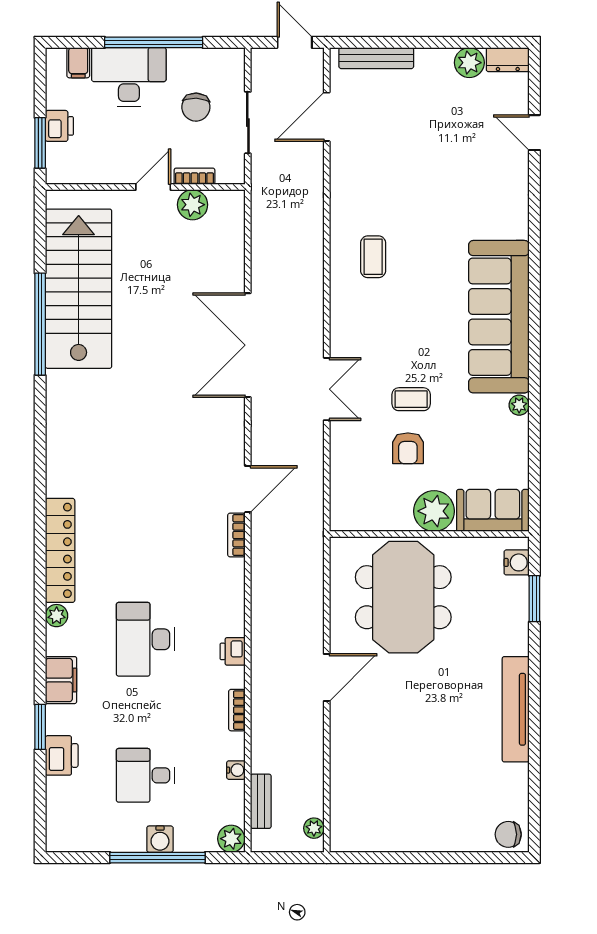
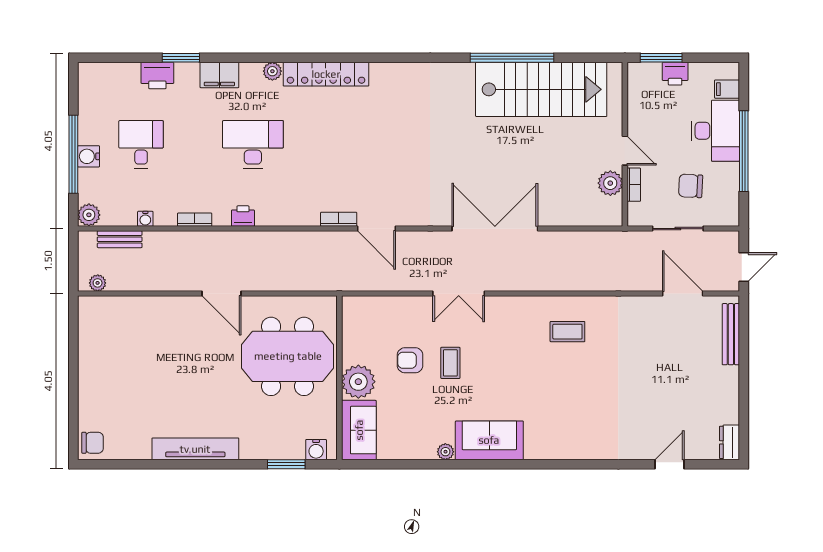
plant: (469, 63) -> (727, 411), removed
sofa: (499, 317) -> (489, 440), width x0.54, depth x0.79
chair: (508, 834) -> (92, 443), turned 90

